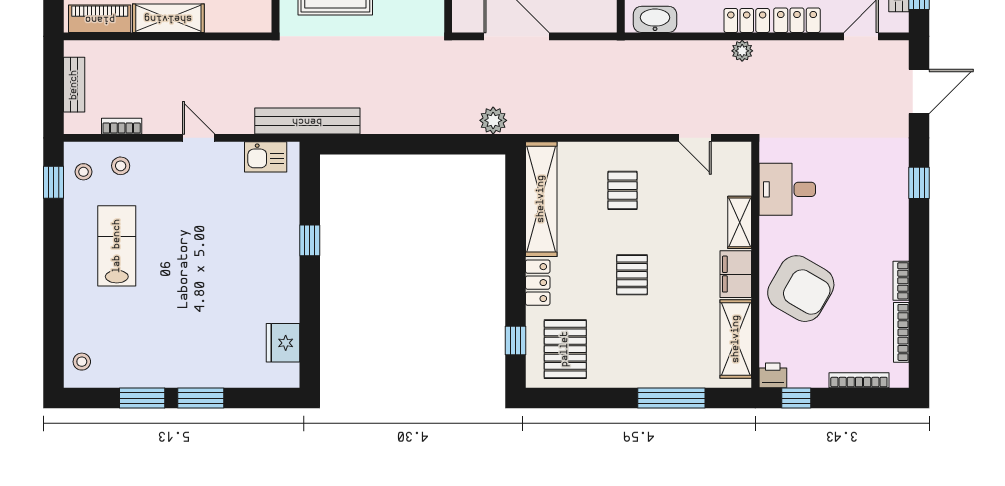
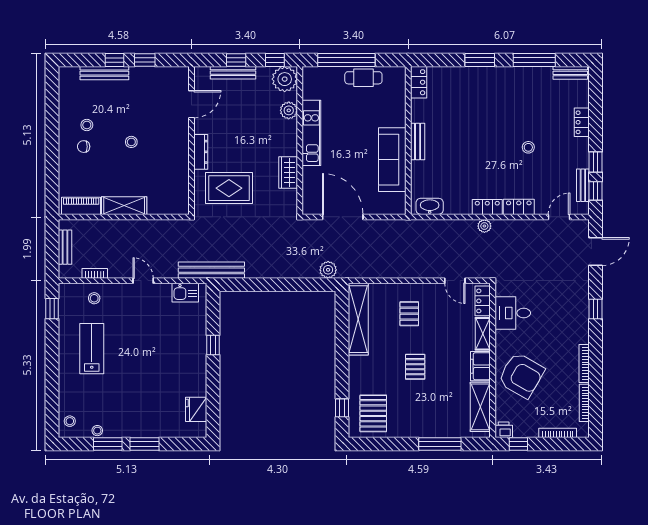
stool: (83, 172) -> (97, 431), moved
bookcase: (901, 281) -> (584, 364), width x1.56
locker: (538, 283) -> (483, 301), moved, turned 180

